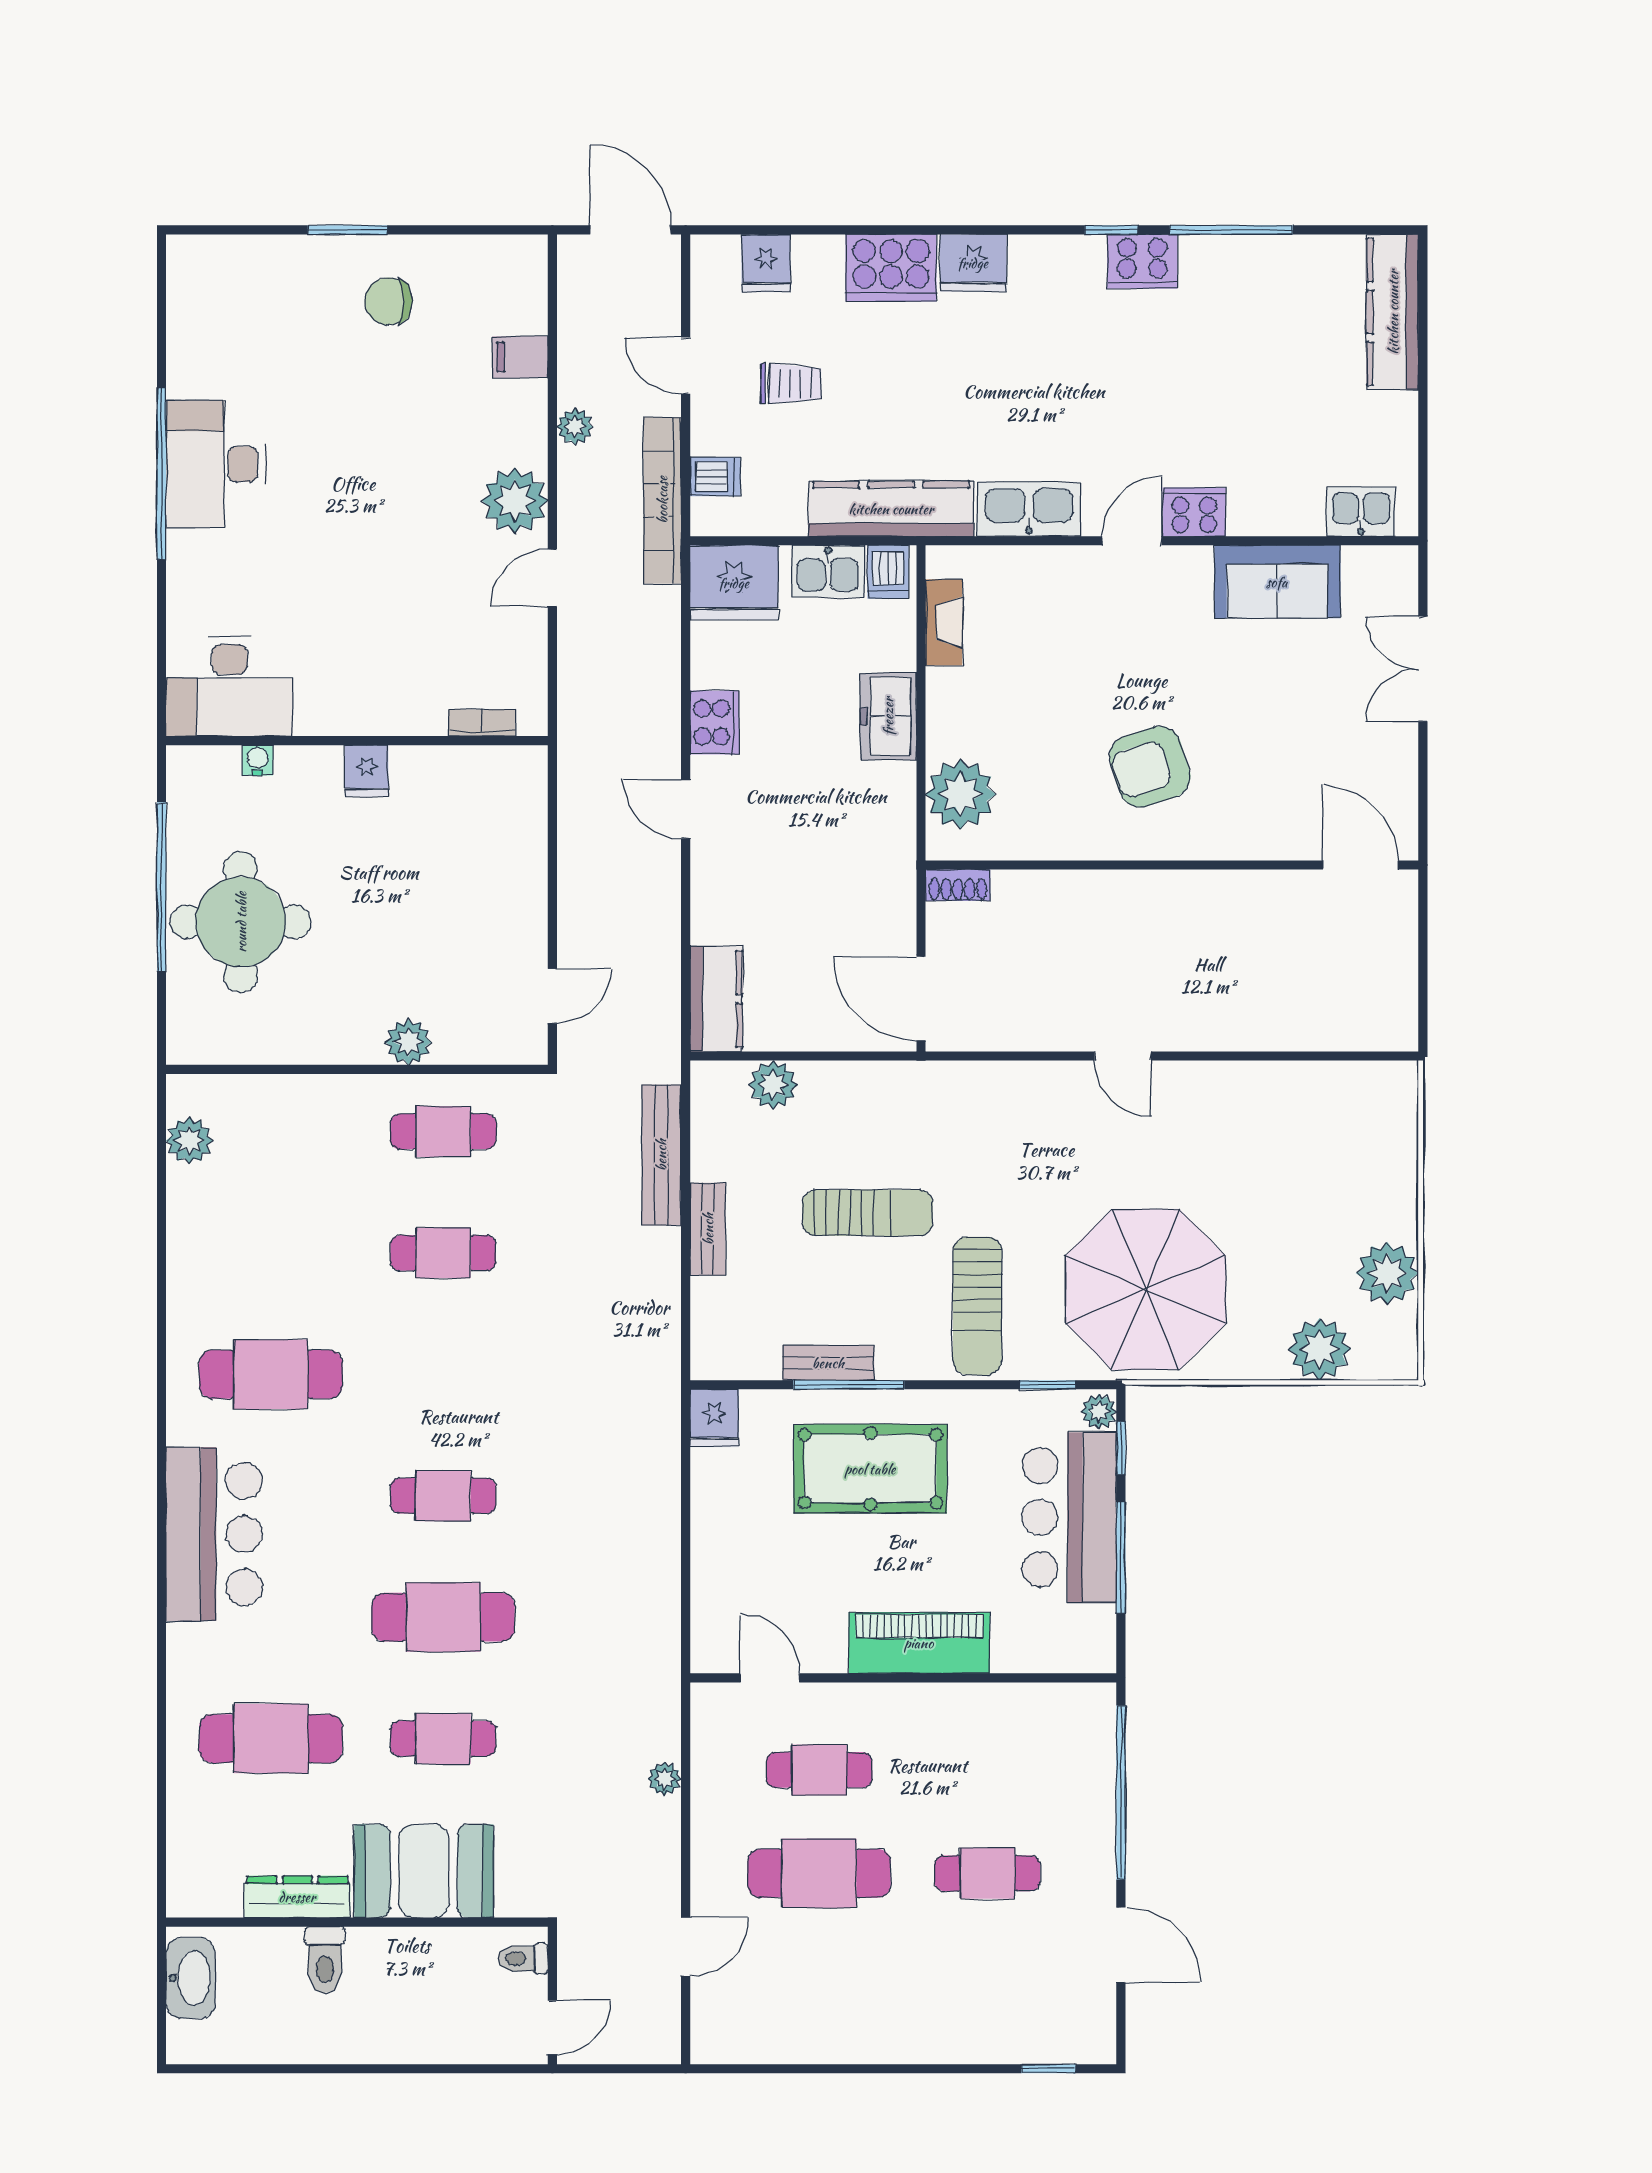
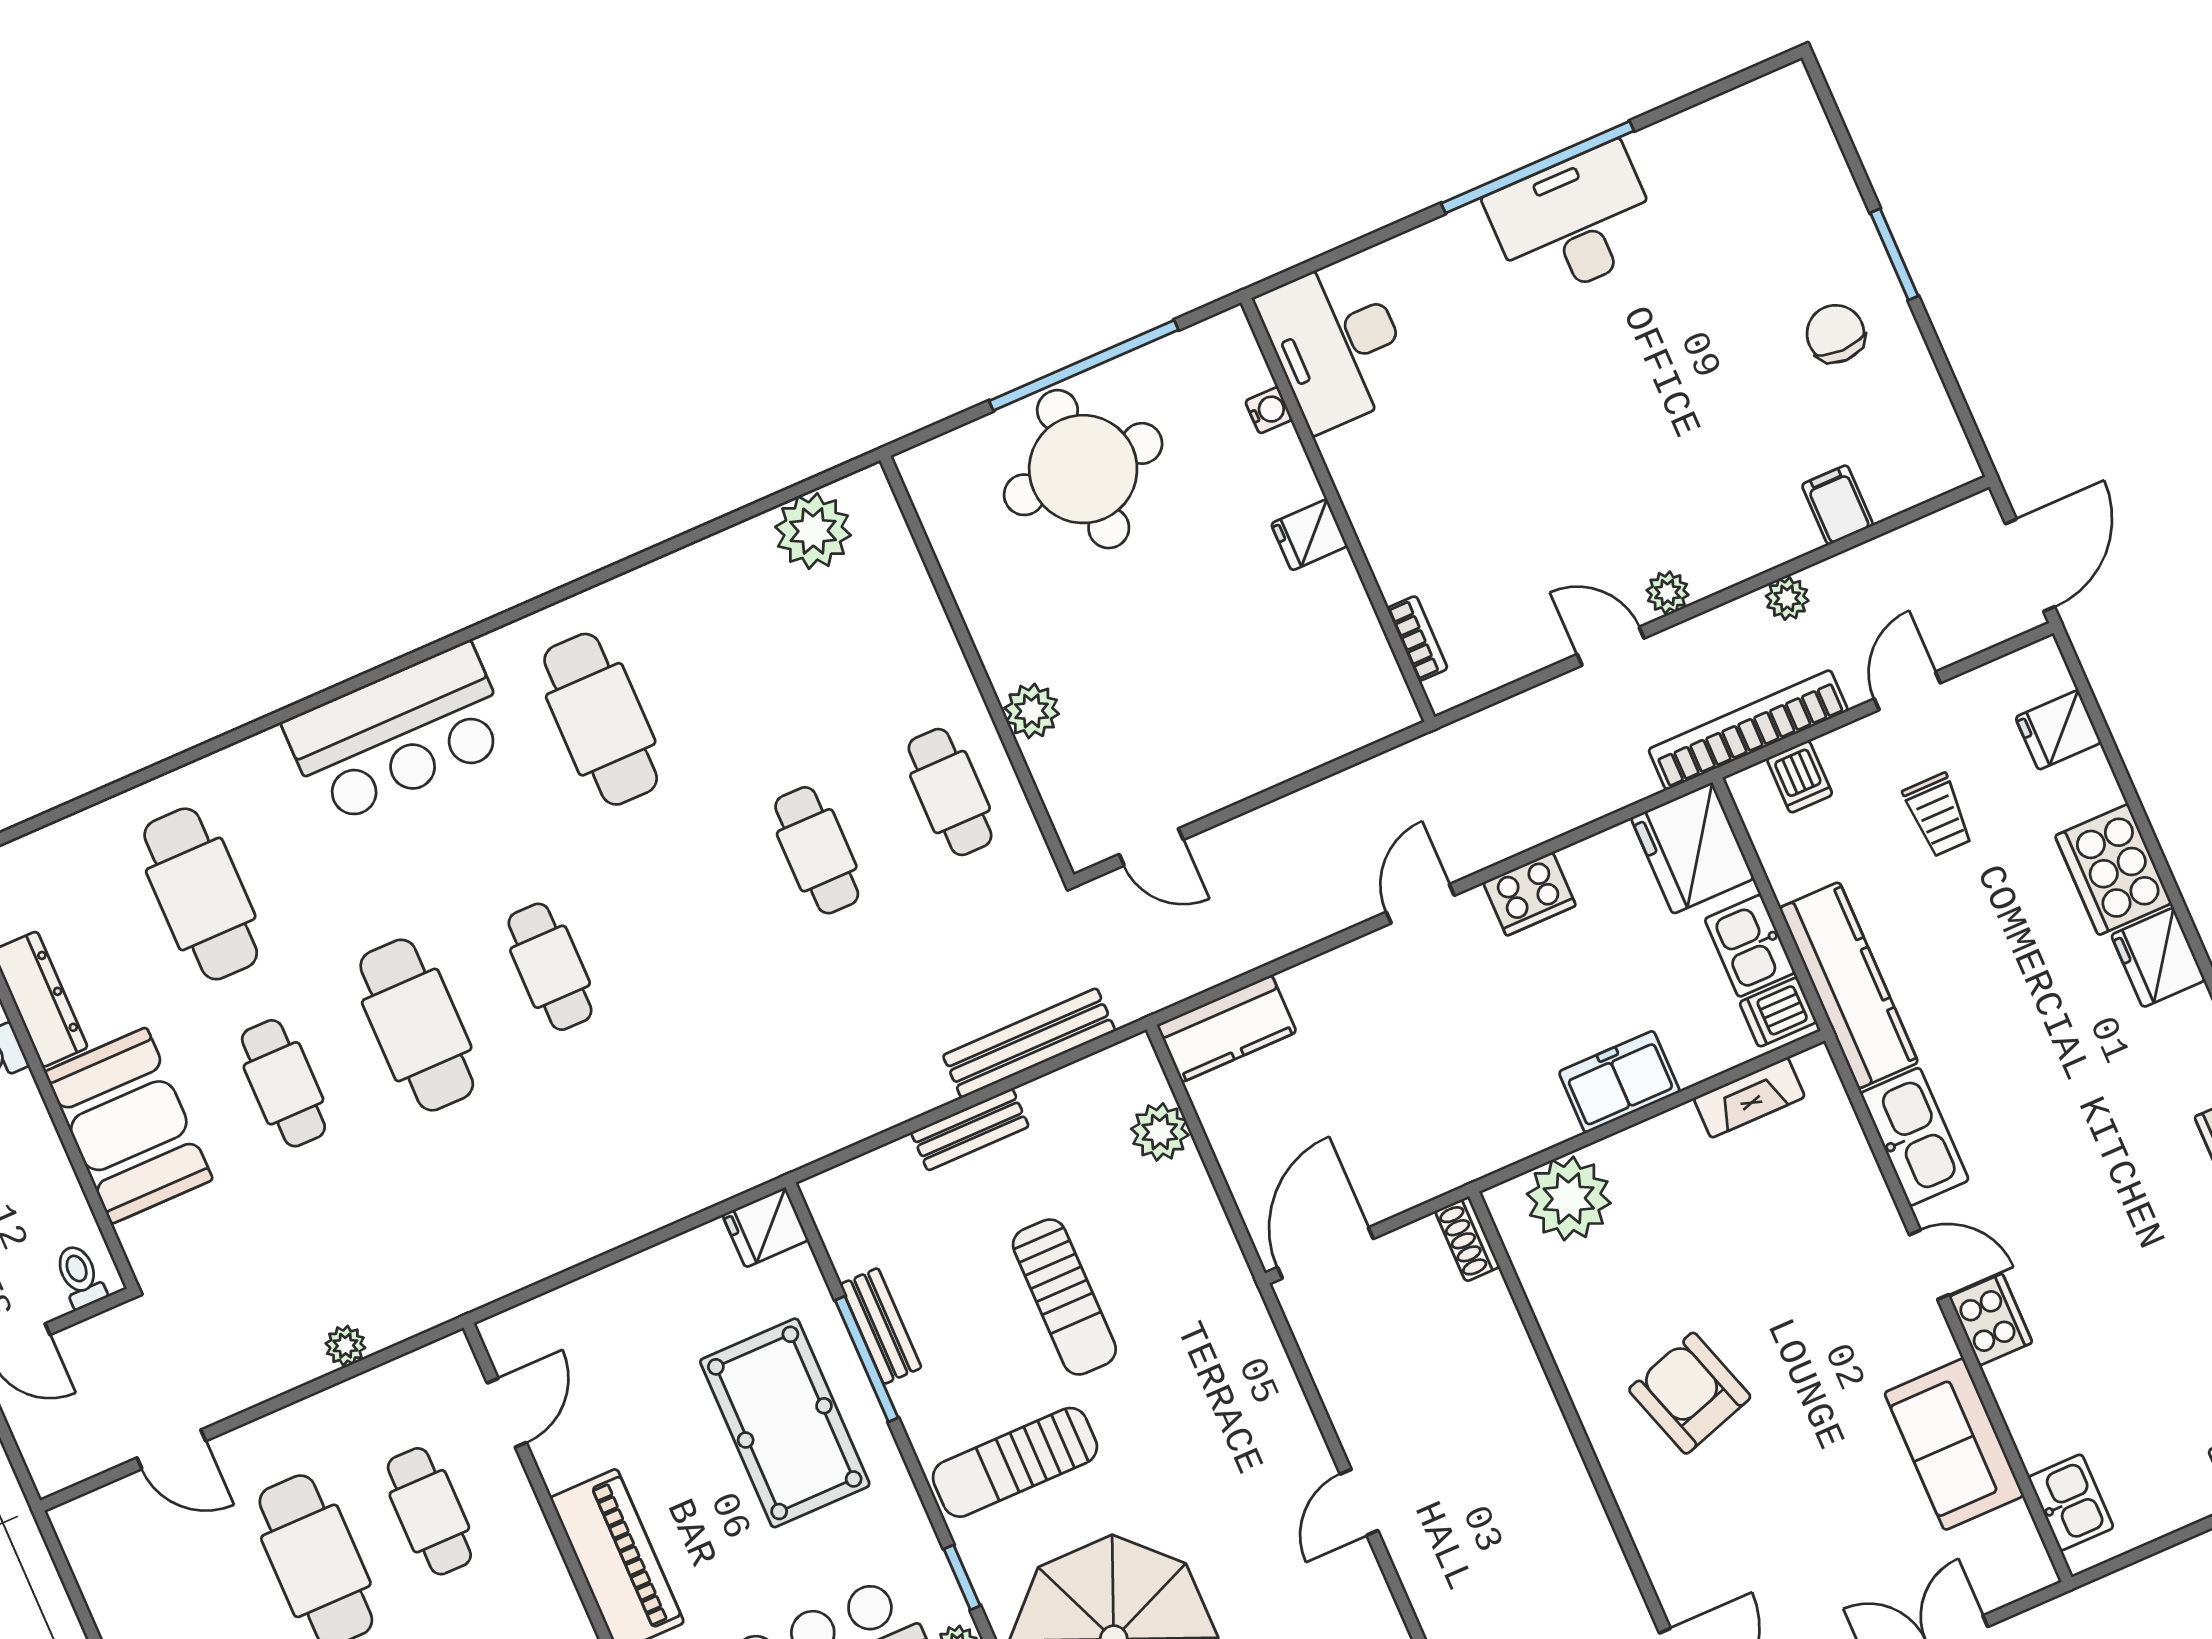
plant: (515, 501) -> (1668, 592), width x0.53, depth x0.53
plant: (189, 1141) -> (813, 531), width x1.36, depth x1.36

